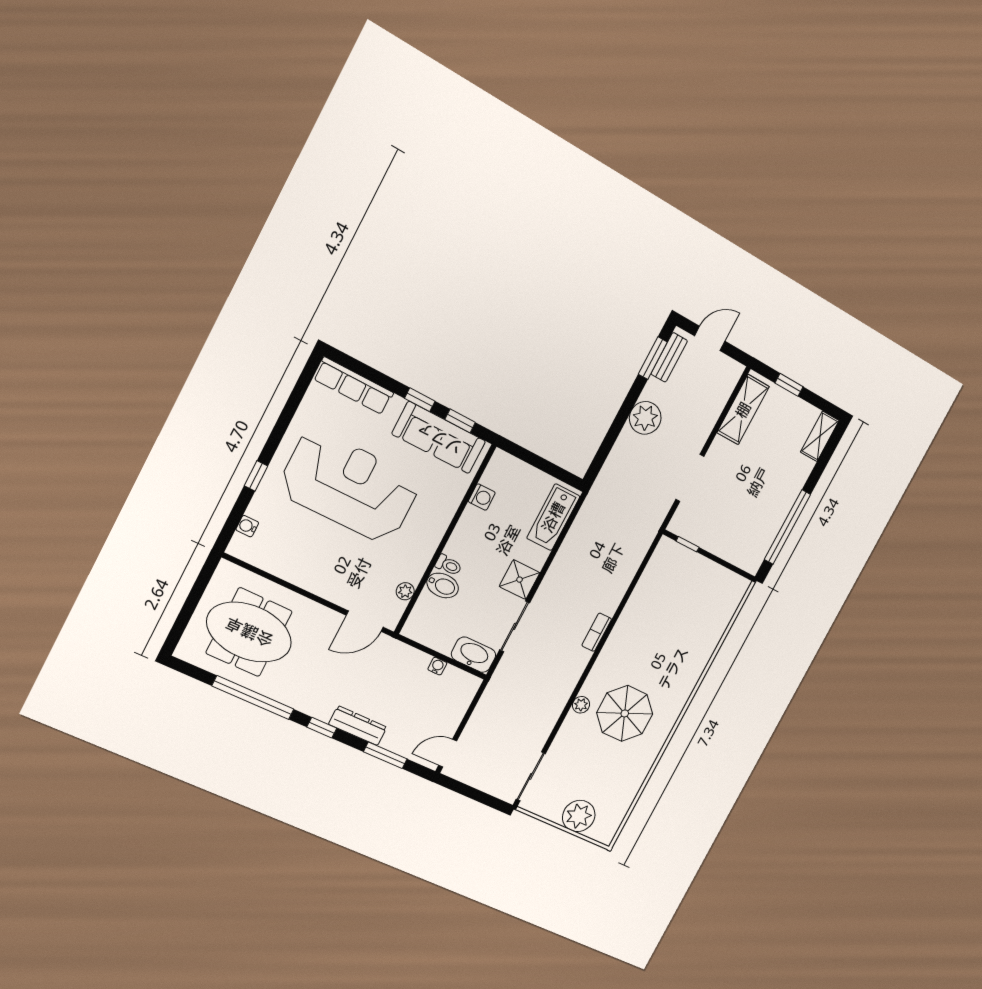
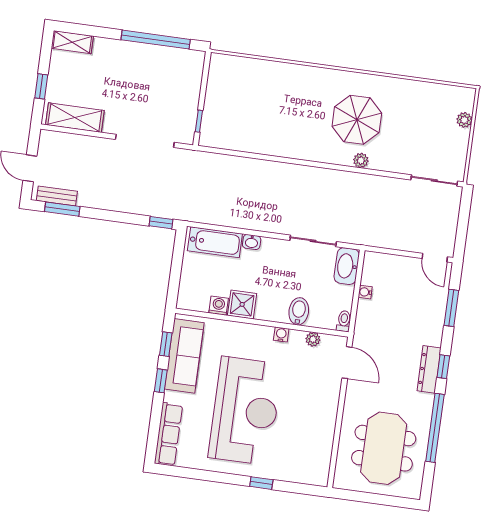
plant: (645, 418) -> (111, 197), removed
window: (597, 464) -> (161, 223), added
doorway: (690, 478) -> (145, 141), width x1.36
reception desk: (350, 486) -> (245, 411), turned 180
water cooler: (247, 526) -> (281, 334), moved, turned 180
washbasin: (538, 558) -> (252, 242), added
toilet: (449, 565) -> (344, 321), moved
shower: (520, 580) -> (242, 304), moved
bookcase: (597, 632) -> (296, 170), removed
dresser: (358, 726) -> (429, 369), moved
plant: (579, 816) -> (464, 120), width x0.53, depth x0.53

